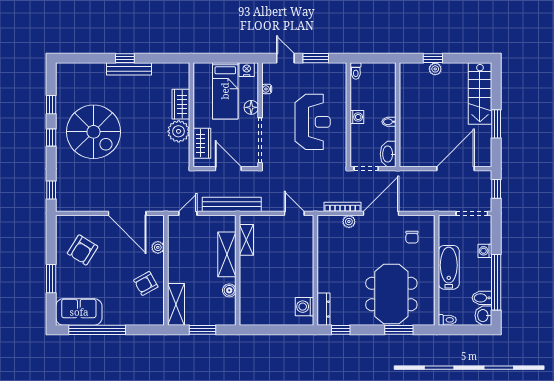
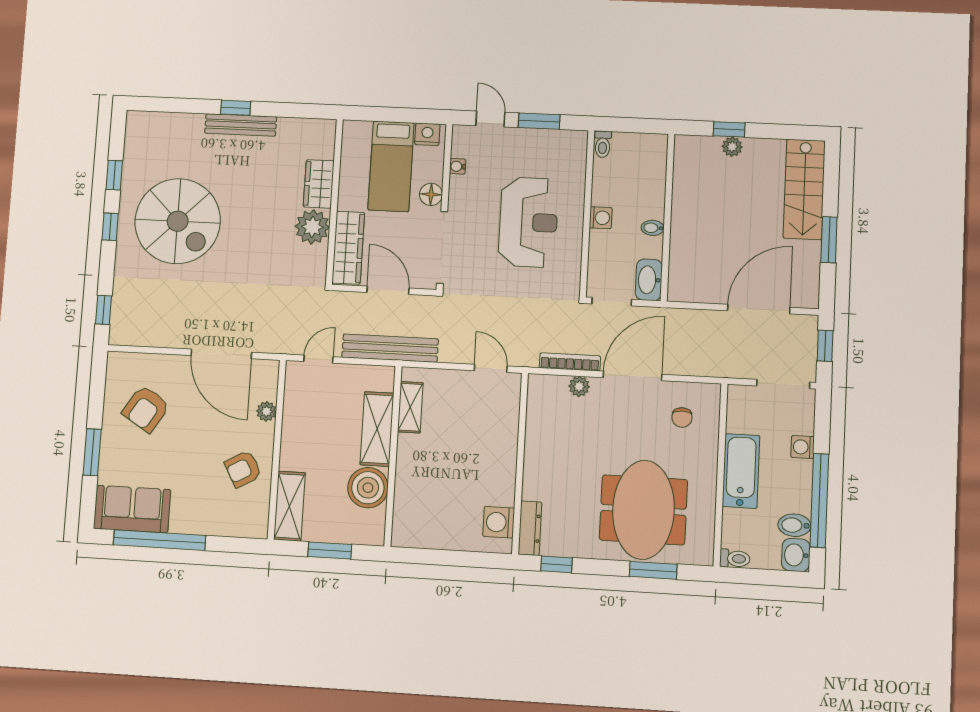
wardrobe: (202, 143) -> (348, 248), width x1.50
boiler: (229, 290) -> (368, 488), width x1.86, depth x1.86

